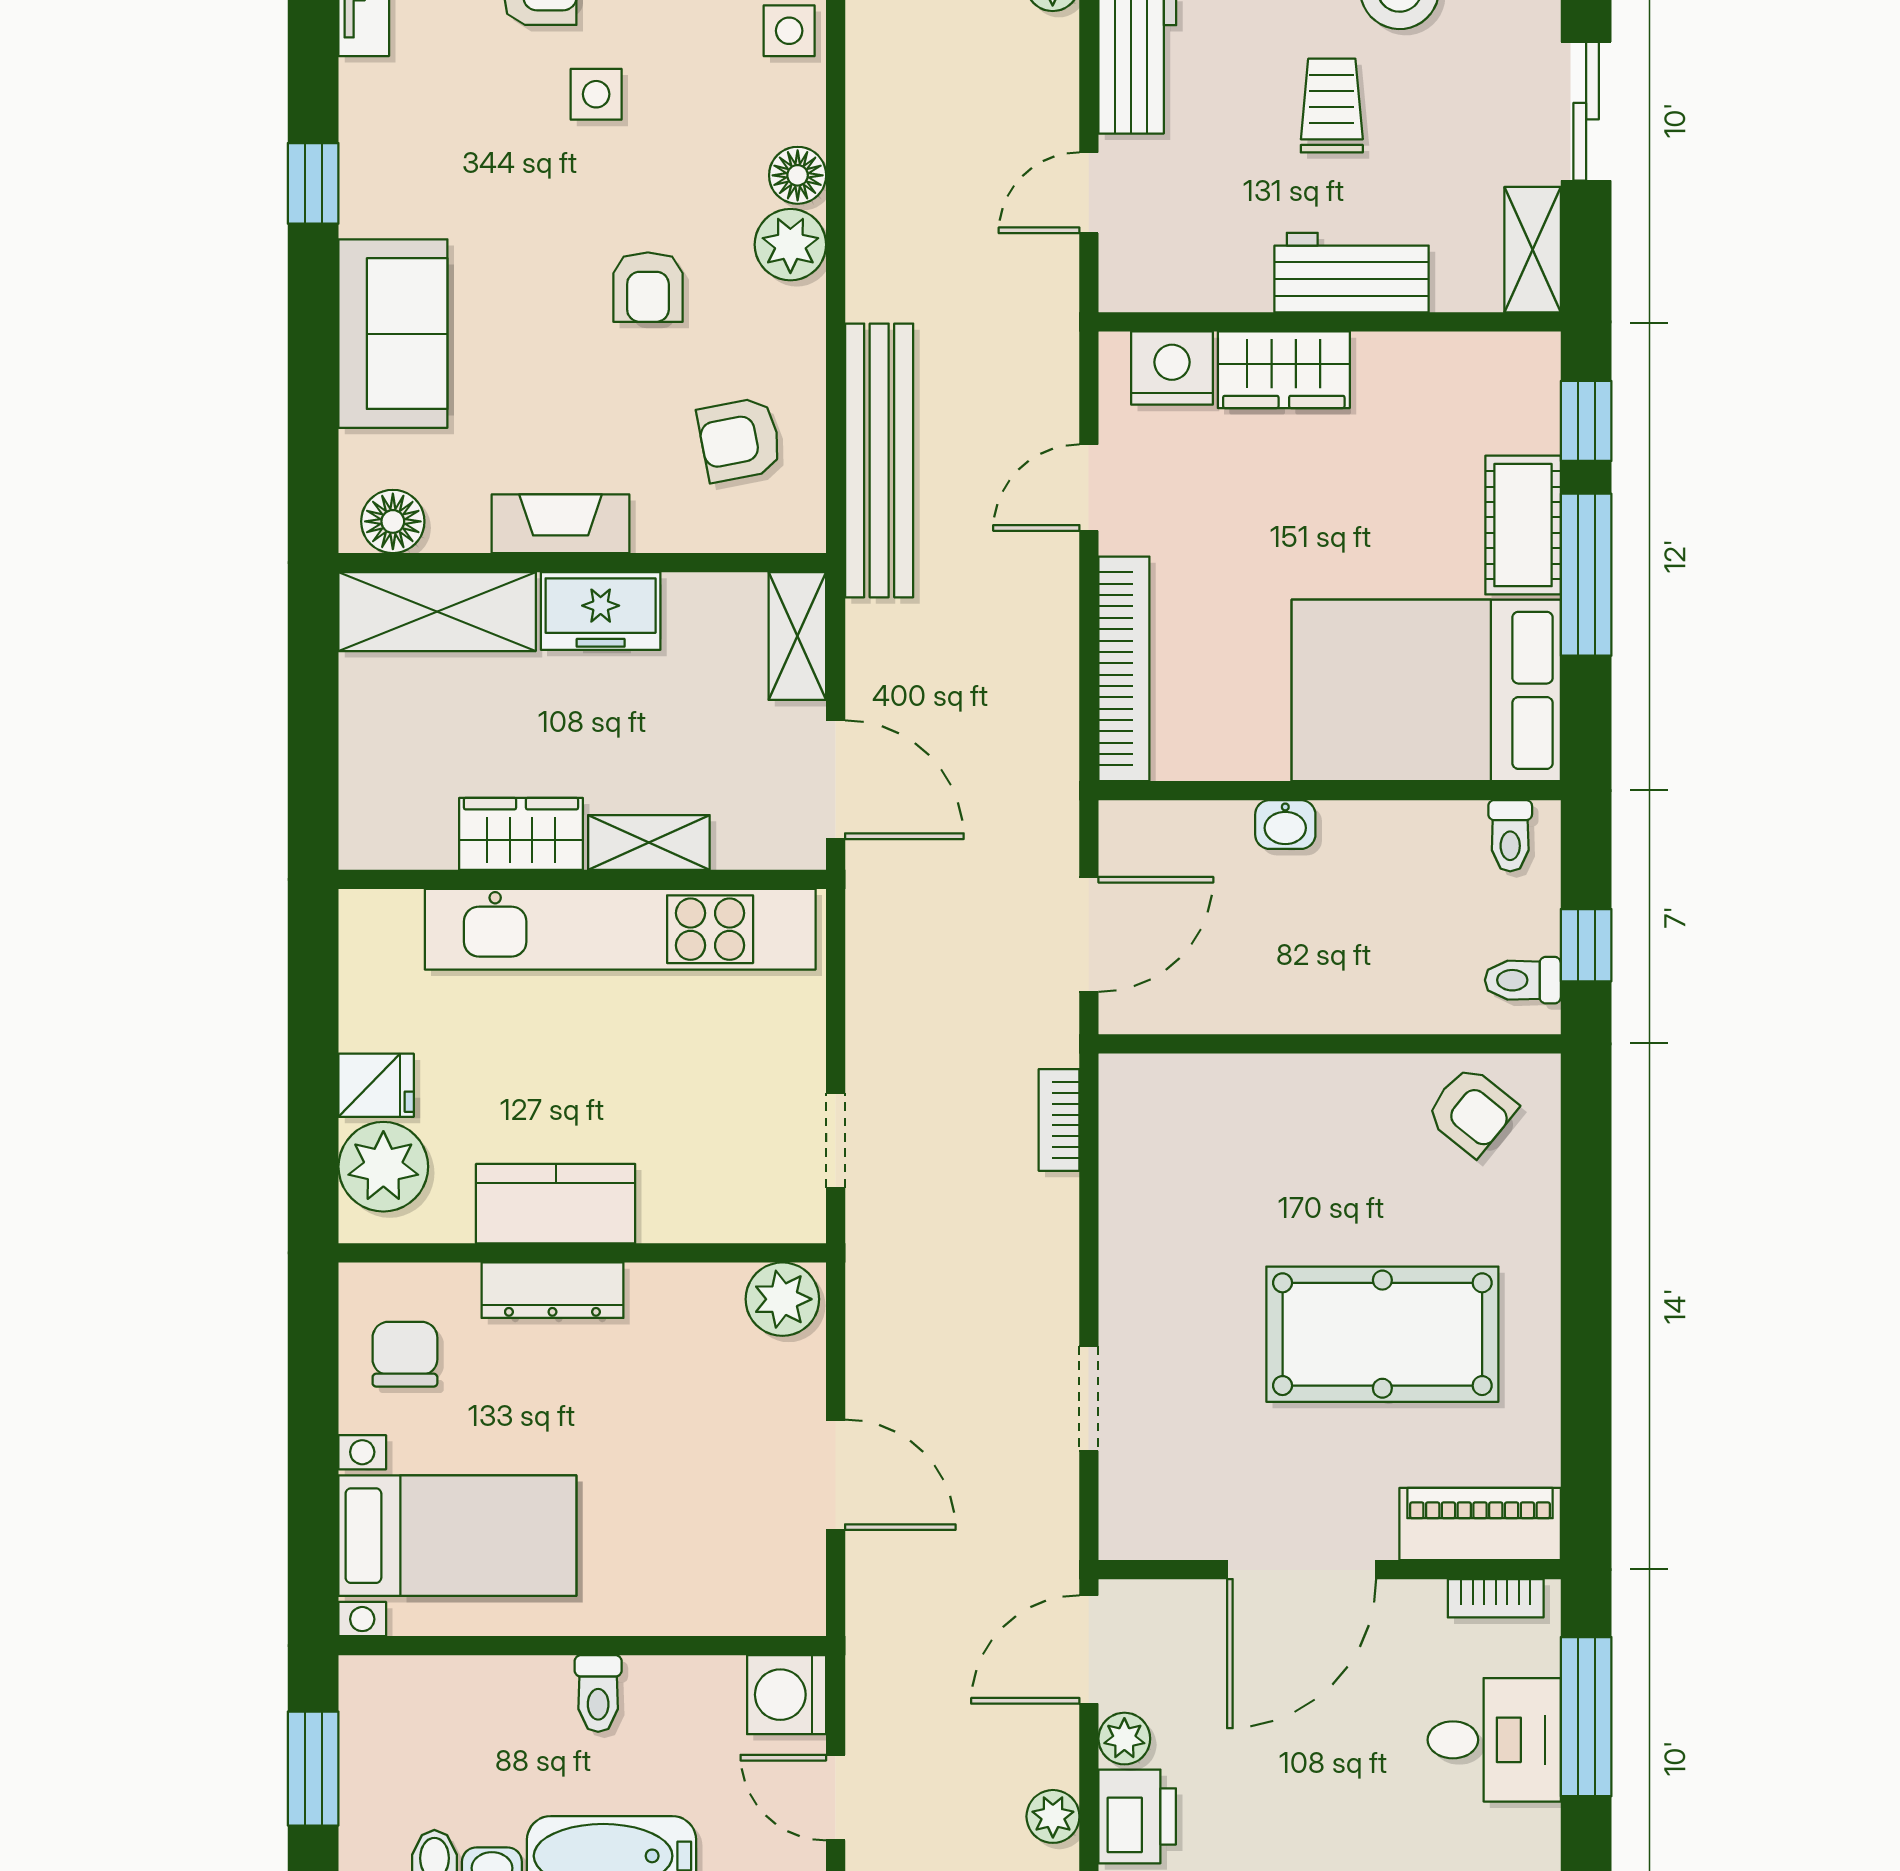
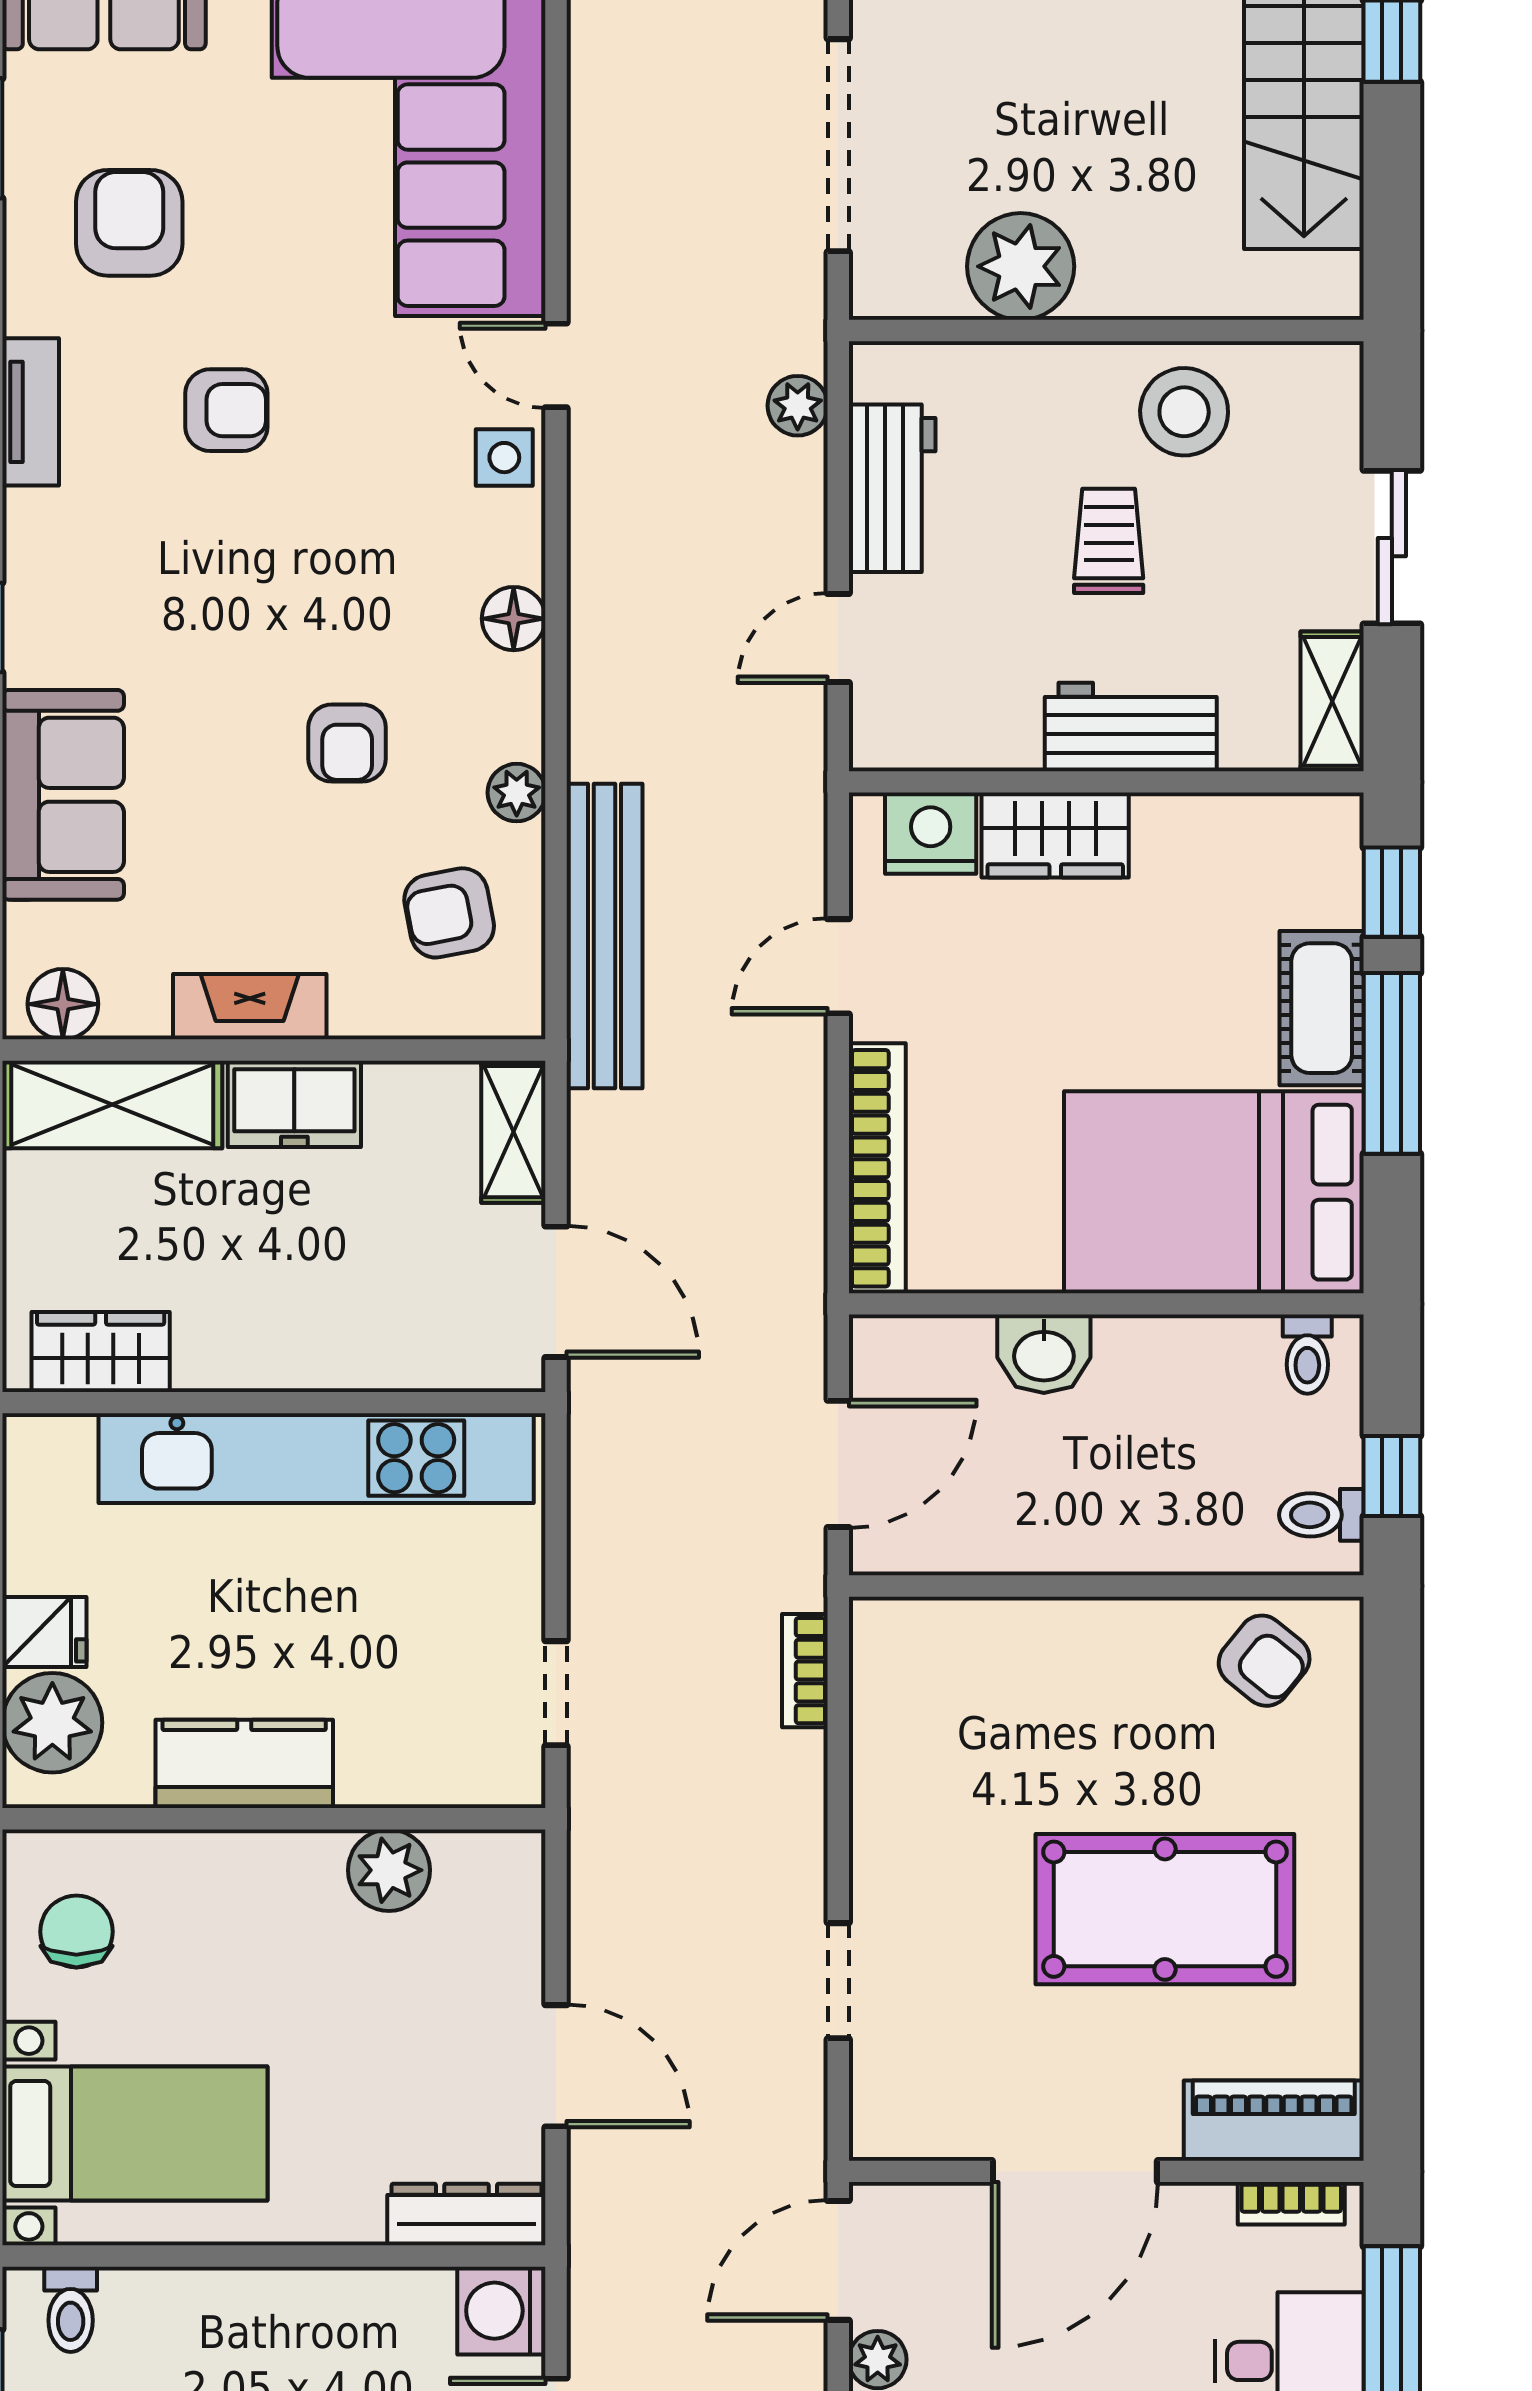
side table: (596, 94) -> (289, 528), removed
plant: (790, 245) -> (517, 793), moved, width x0.73, depth x0.73
washbasin: (1285, 825) -> (1044, 1354), width x1.38, depth x1.45
wardrobe: (521, 834) -> (101, 1352), moved
shelving: (649, 842) -> (348, 1362), removed
dresser: (552, 1290) -> (466, 2215), moved, turned 180
plant: (782, 1299) -> (389, 1870), moved
toilet: (598, 1693) -> (71, 2309), moved

